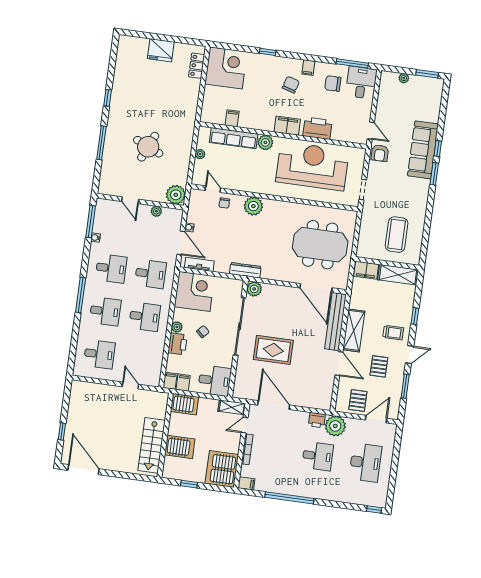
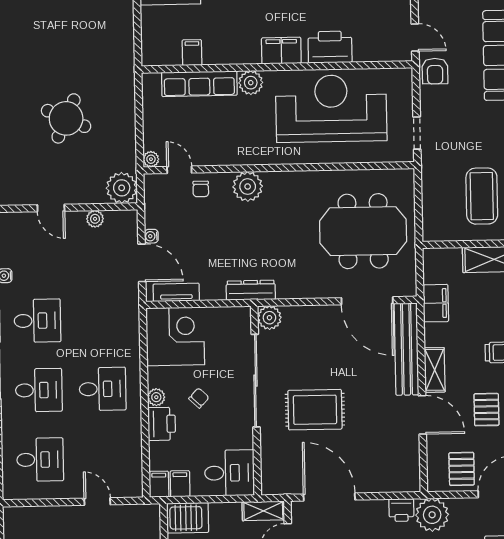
plant: (200, 154) -> (151, 159), moved
filing cabinet: (366, 270) -> (436, 303), moved, turned -90
desk: (150, 274) -> (101, 319), removed
shelving: (354, 330) -> (435, 370), width x0.67, depth x0.75

